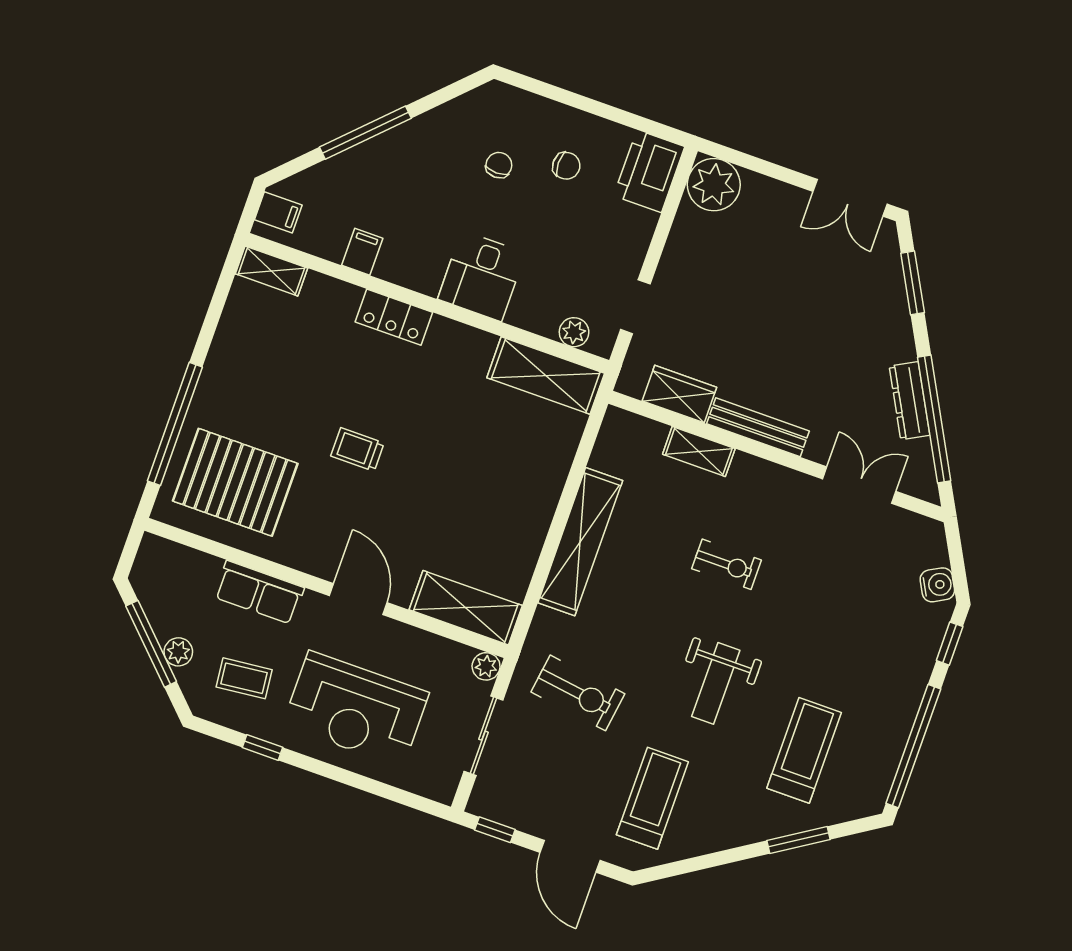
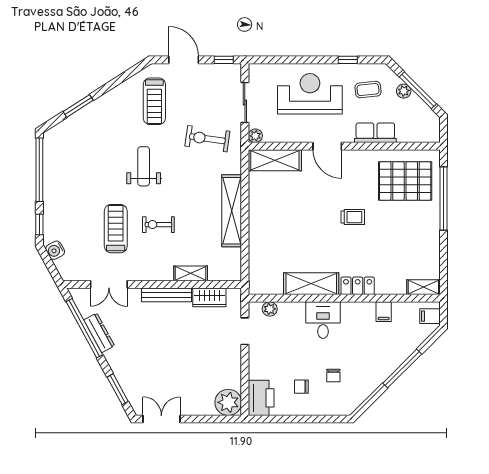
shelving: (546, 375) -> (311, 284), moved
treadmill: (804, 750) -> (116, 229), moved, turned 180

